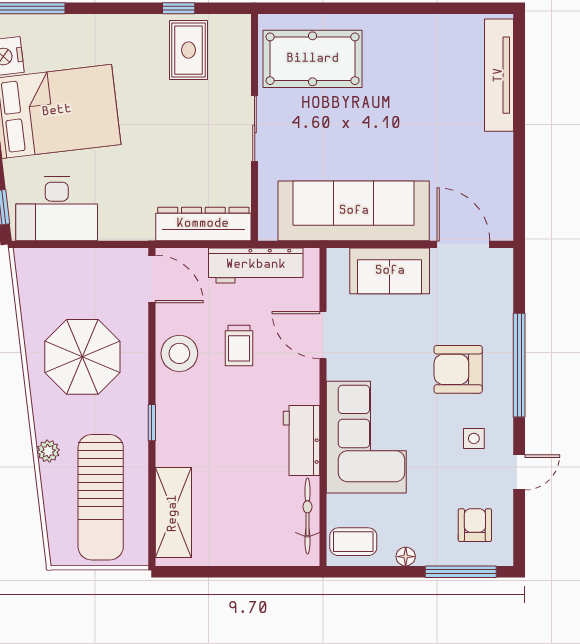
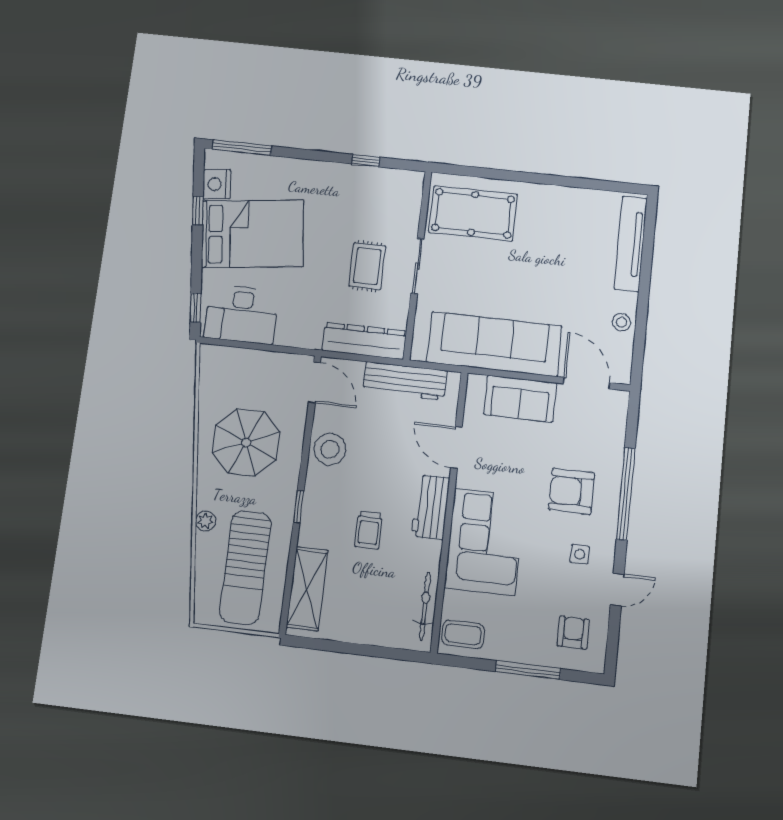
rug: (189, 50) -> (367, 266), moved
stool: (497, 169) -> (621, 322), added
trolley: (239, 345) -> (369, 530), moved
workbench: (301, 441) -> (431, 507), moved
floor lamp: (406, 557) -> (508, 654), removed
window: (461, 572) -> (528, 670), moved

